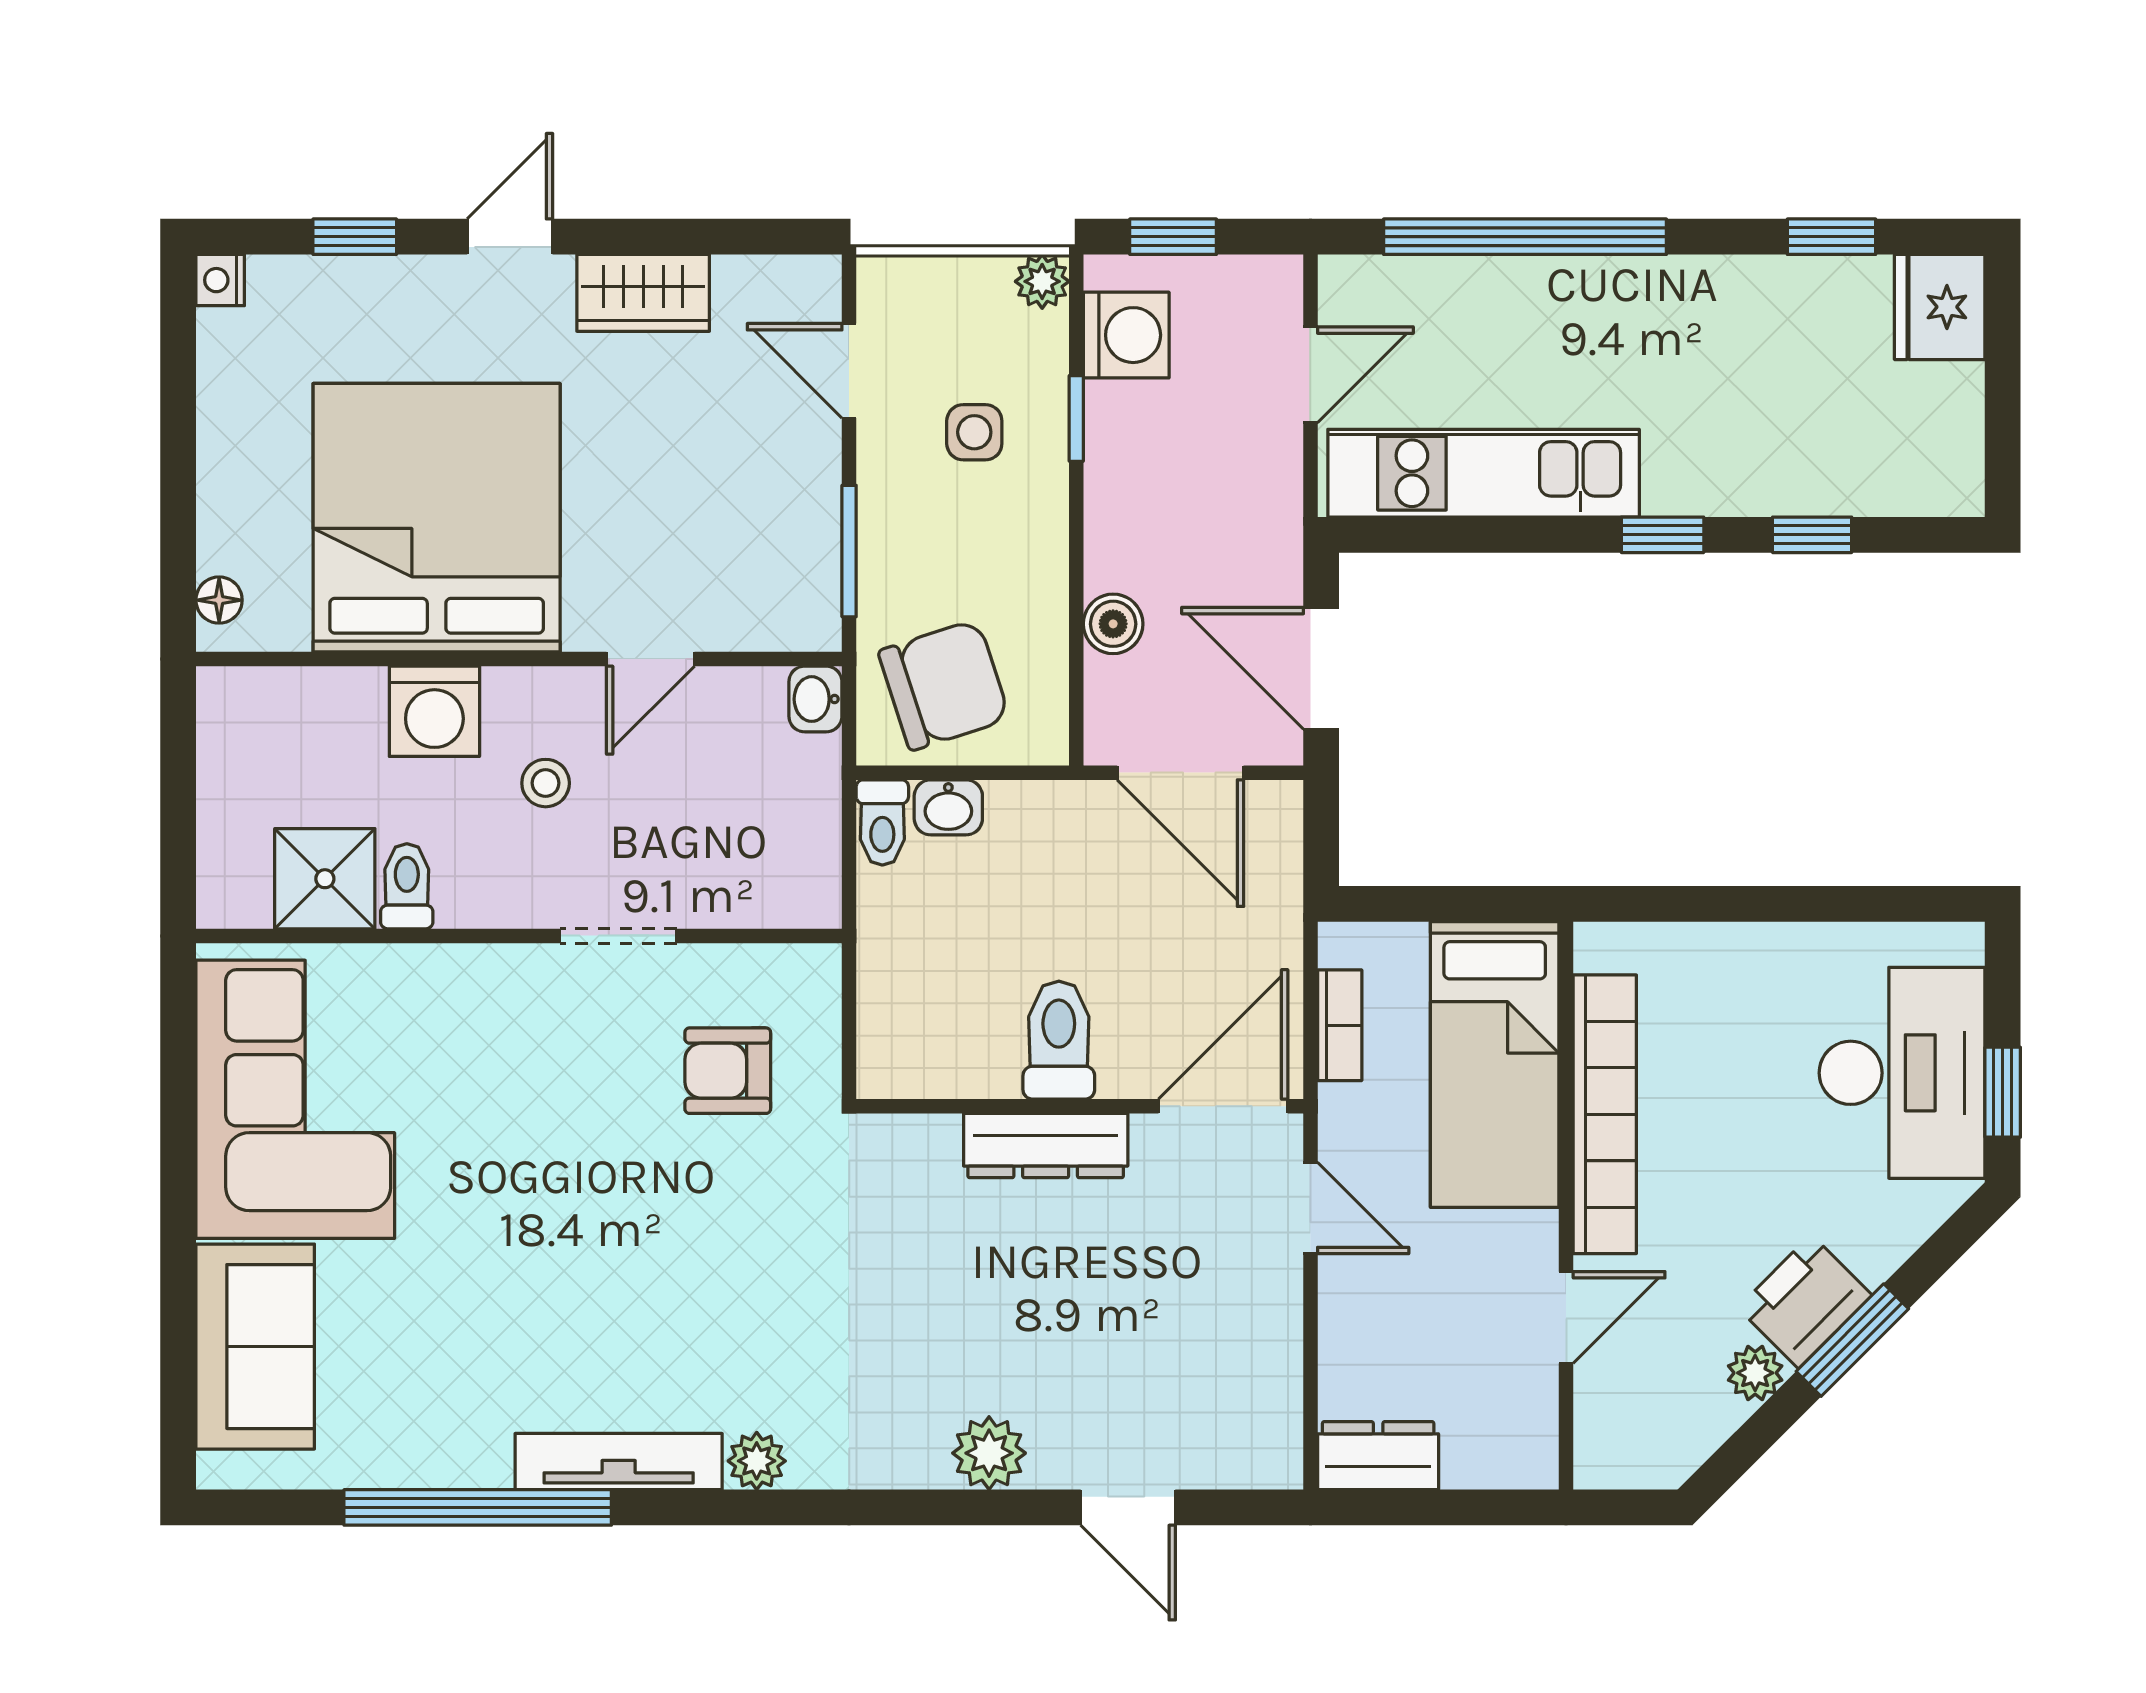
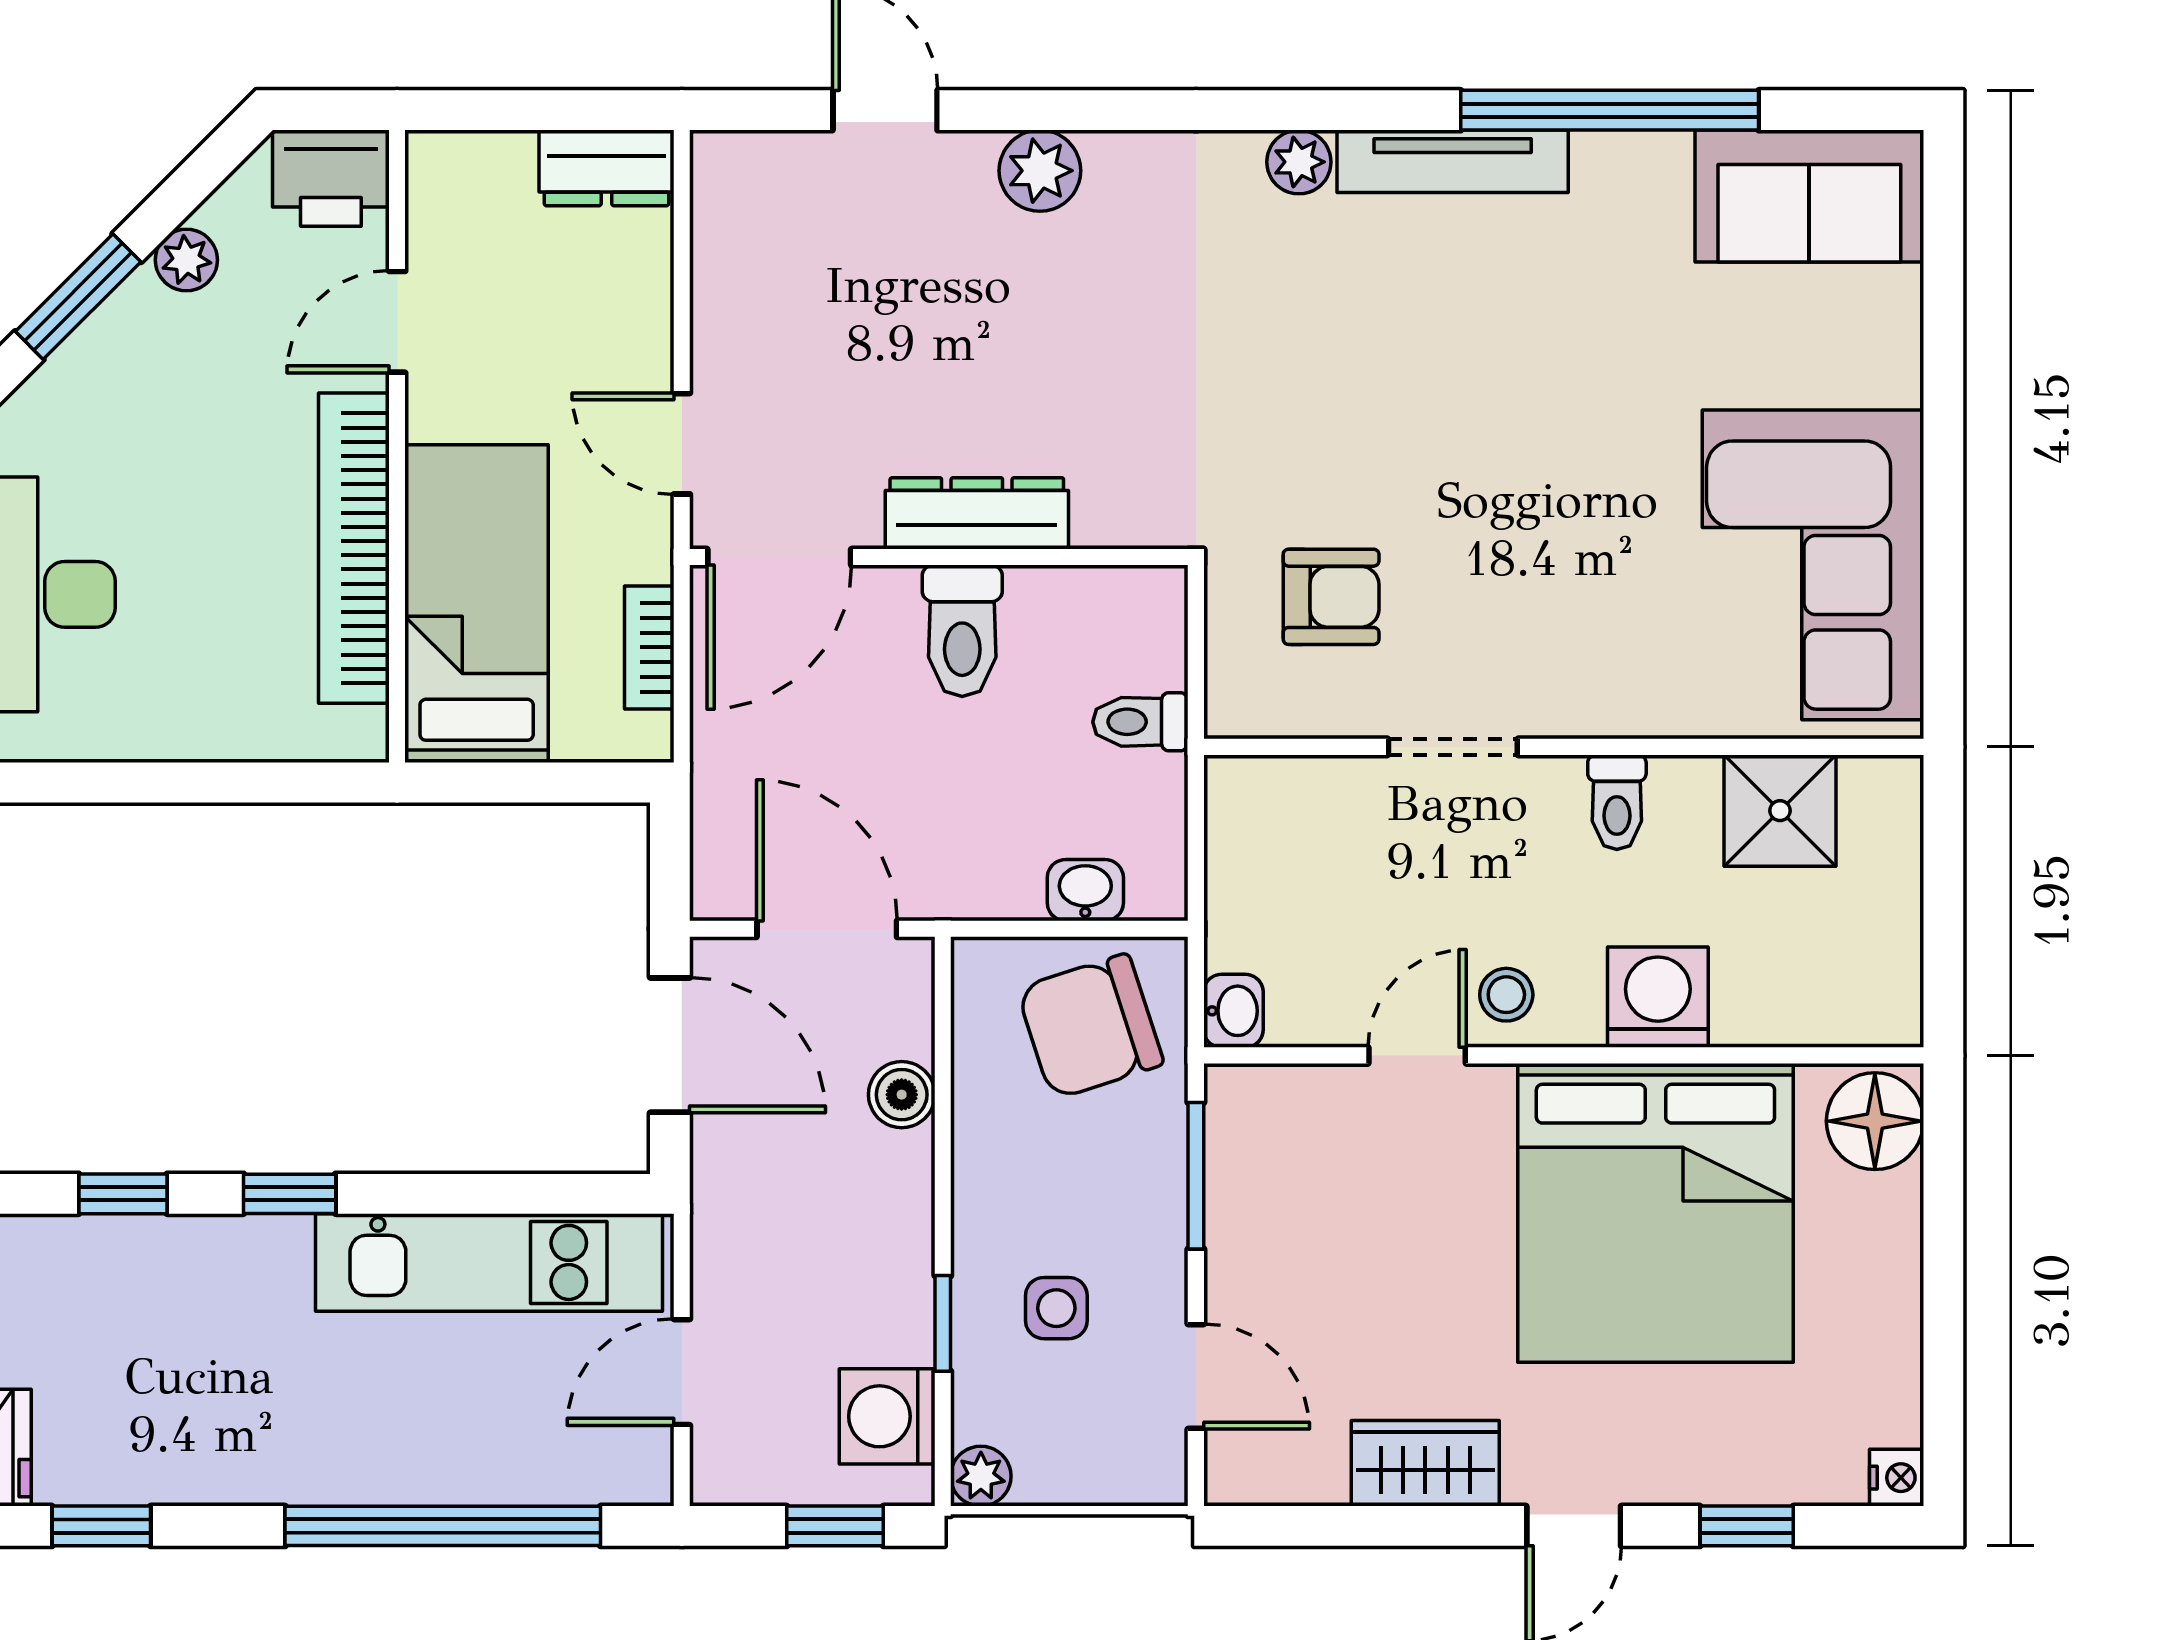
floor lamp: (219, 600) -> (1875, 1121), width x1.89, depth x1.89
stool: (546, 783) -> (1506, 995), moved
toilet: (882, 822) -> (1140, 722), moved, turned -90
toilet: (407, 886) -> (1617, 802), moved
printer: (1805, 1301) -> (331, 178), moved, turned 45
sofa: (255, 1347) -> (1809, 196), moved, turned -90

